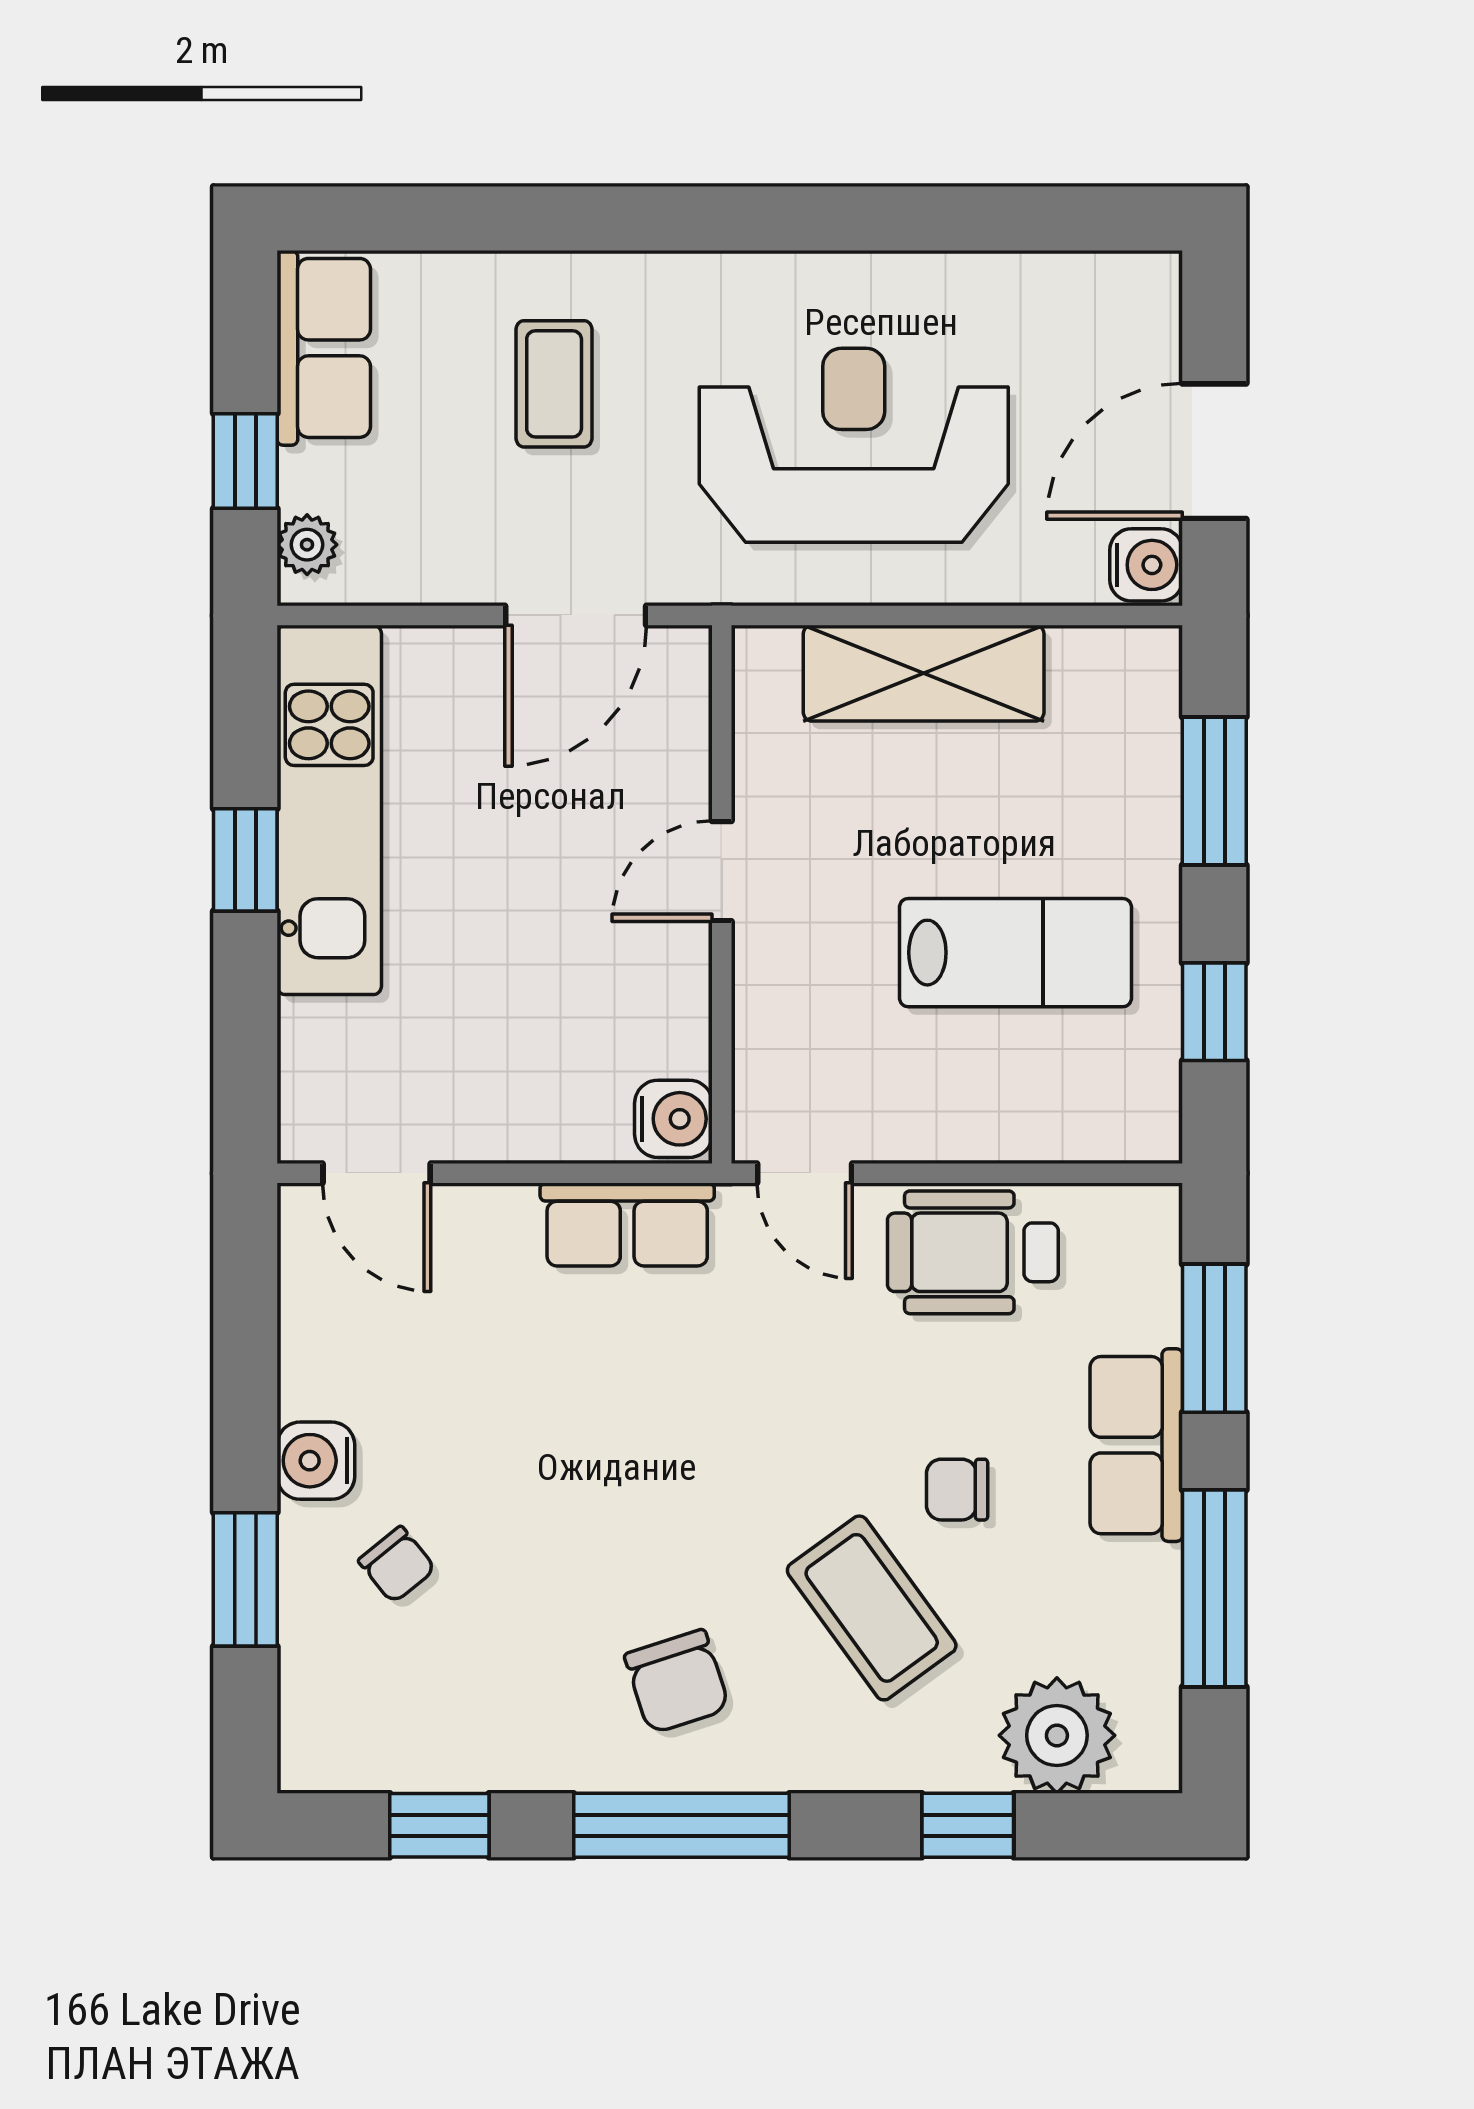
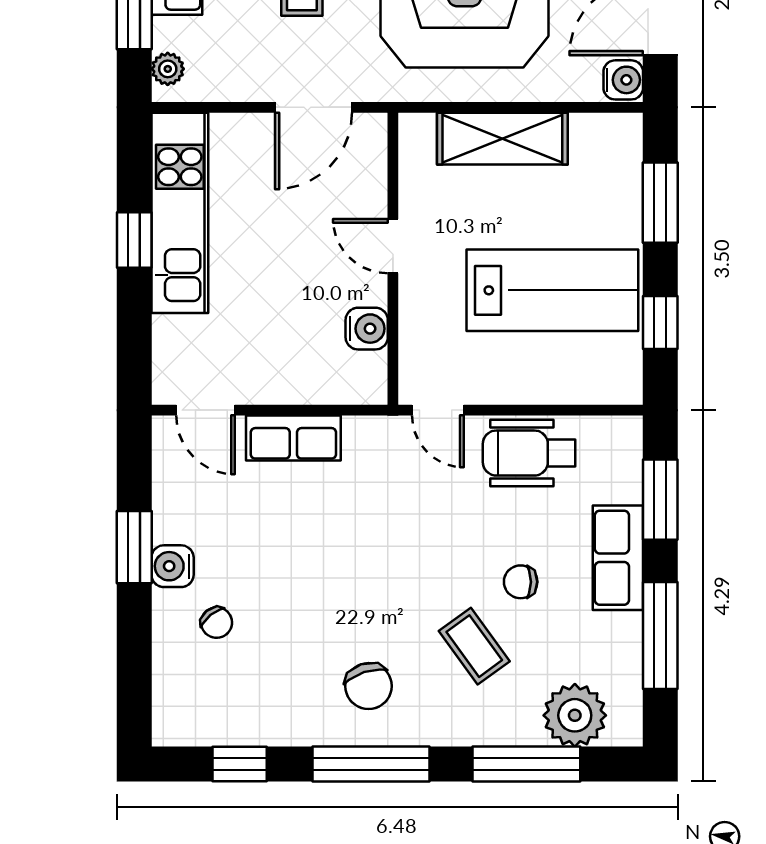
door: (722, 871) -> (393, 246), hinge flipped
lab bench: (1015, 953) -> (552, 290), width x1.36, depth x1.39
water cooler: (673, 1119) -> (367, 329), moved
row of seats: (627, 1224) -> (293, 438), moved
window: (245, 1579) -> (134, 547), moved
coffee table: (872, 1608) -> (474, 646), width x0.73, depth x0.77
window: (968, 1825) -> (526, 764), width x2.17

